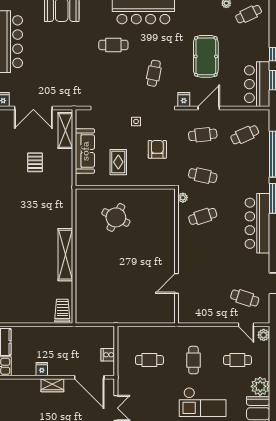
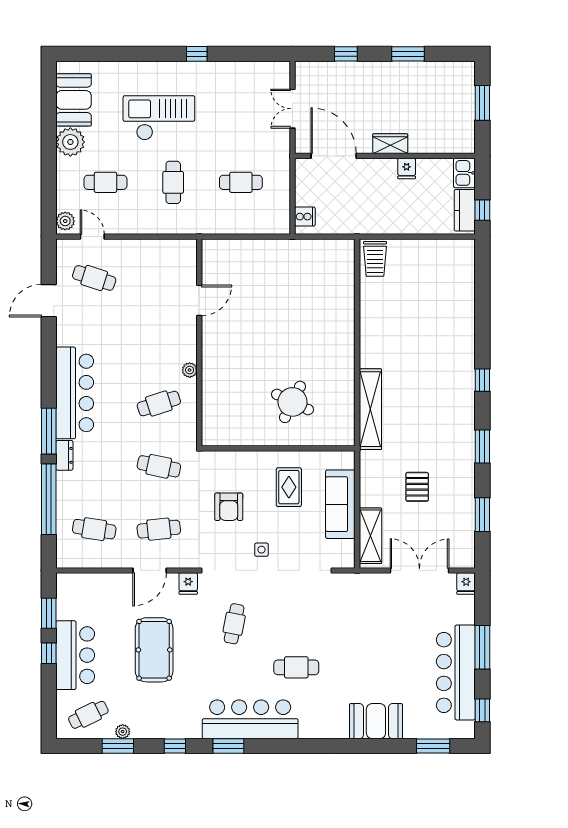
bar counter: (257, 84) -> (75, 655), moved
cafe table: (245, 135) -> (94, 529), turned 33
dresser: (264, 183) -> (64, 455), added
plant: (183, 198) -> (190, 370), moved
shelving: (65, 255) -> (370, 409), moved
cooker: (108, 355) -> (305, 217), moved

